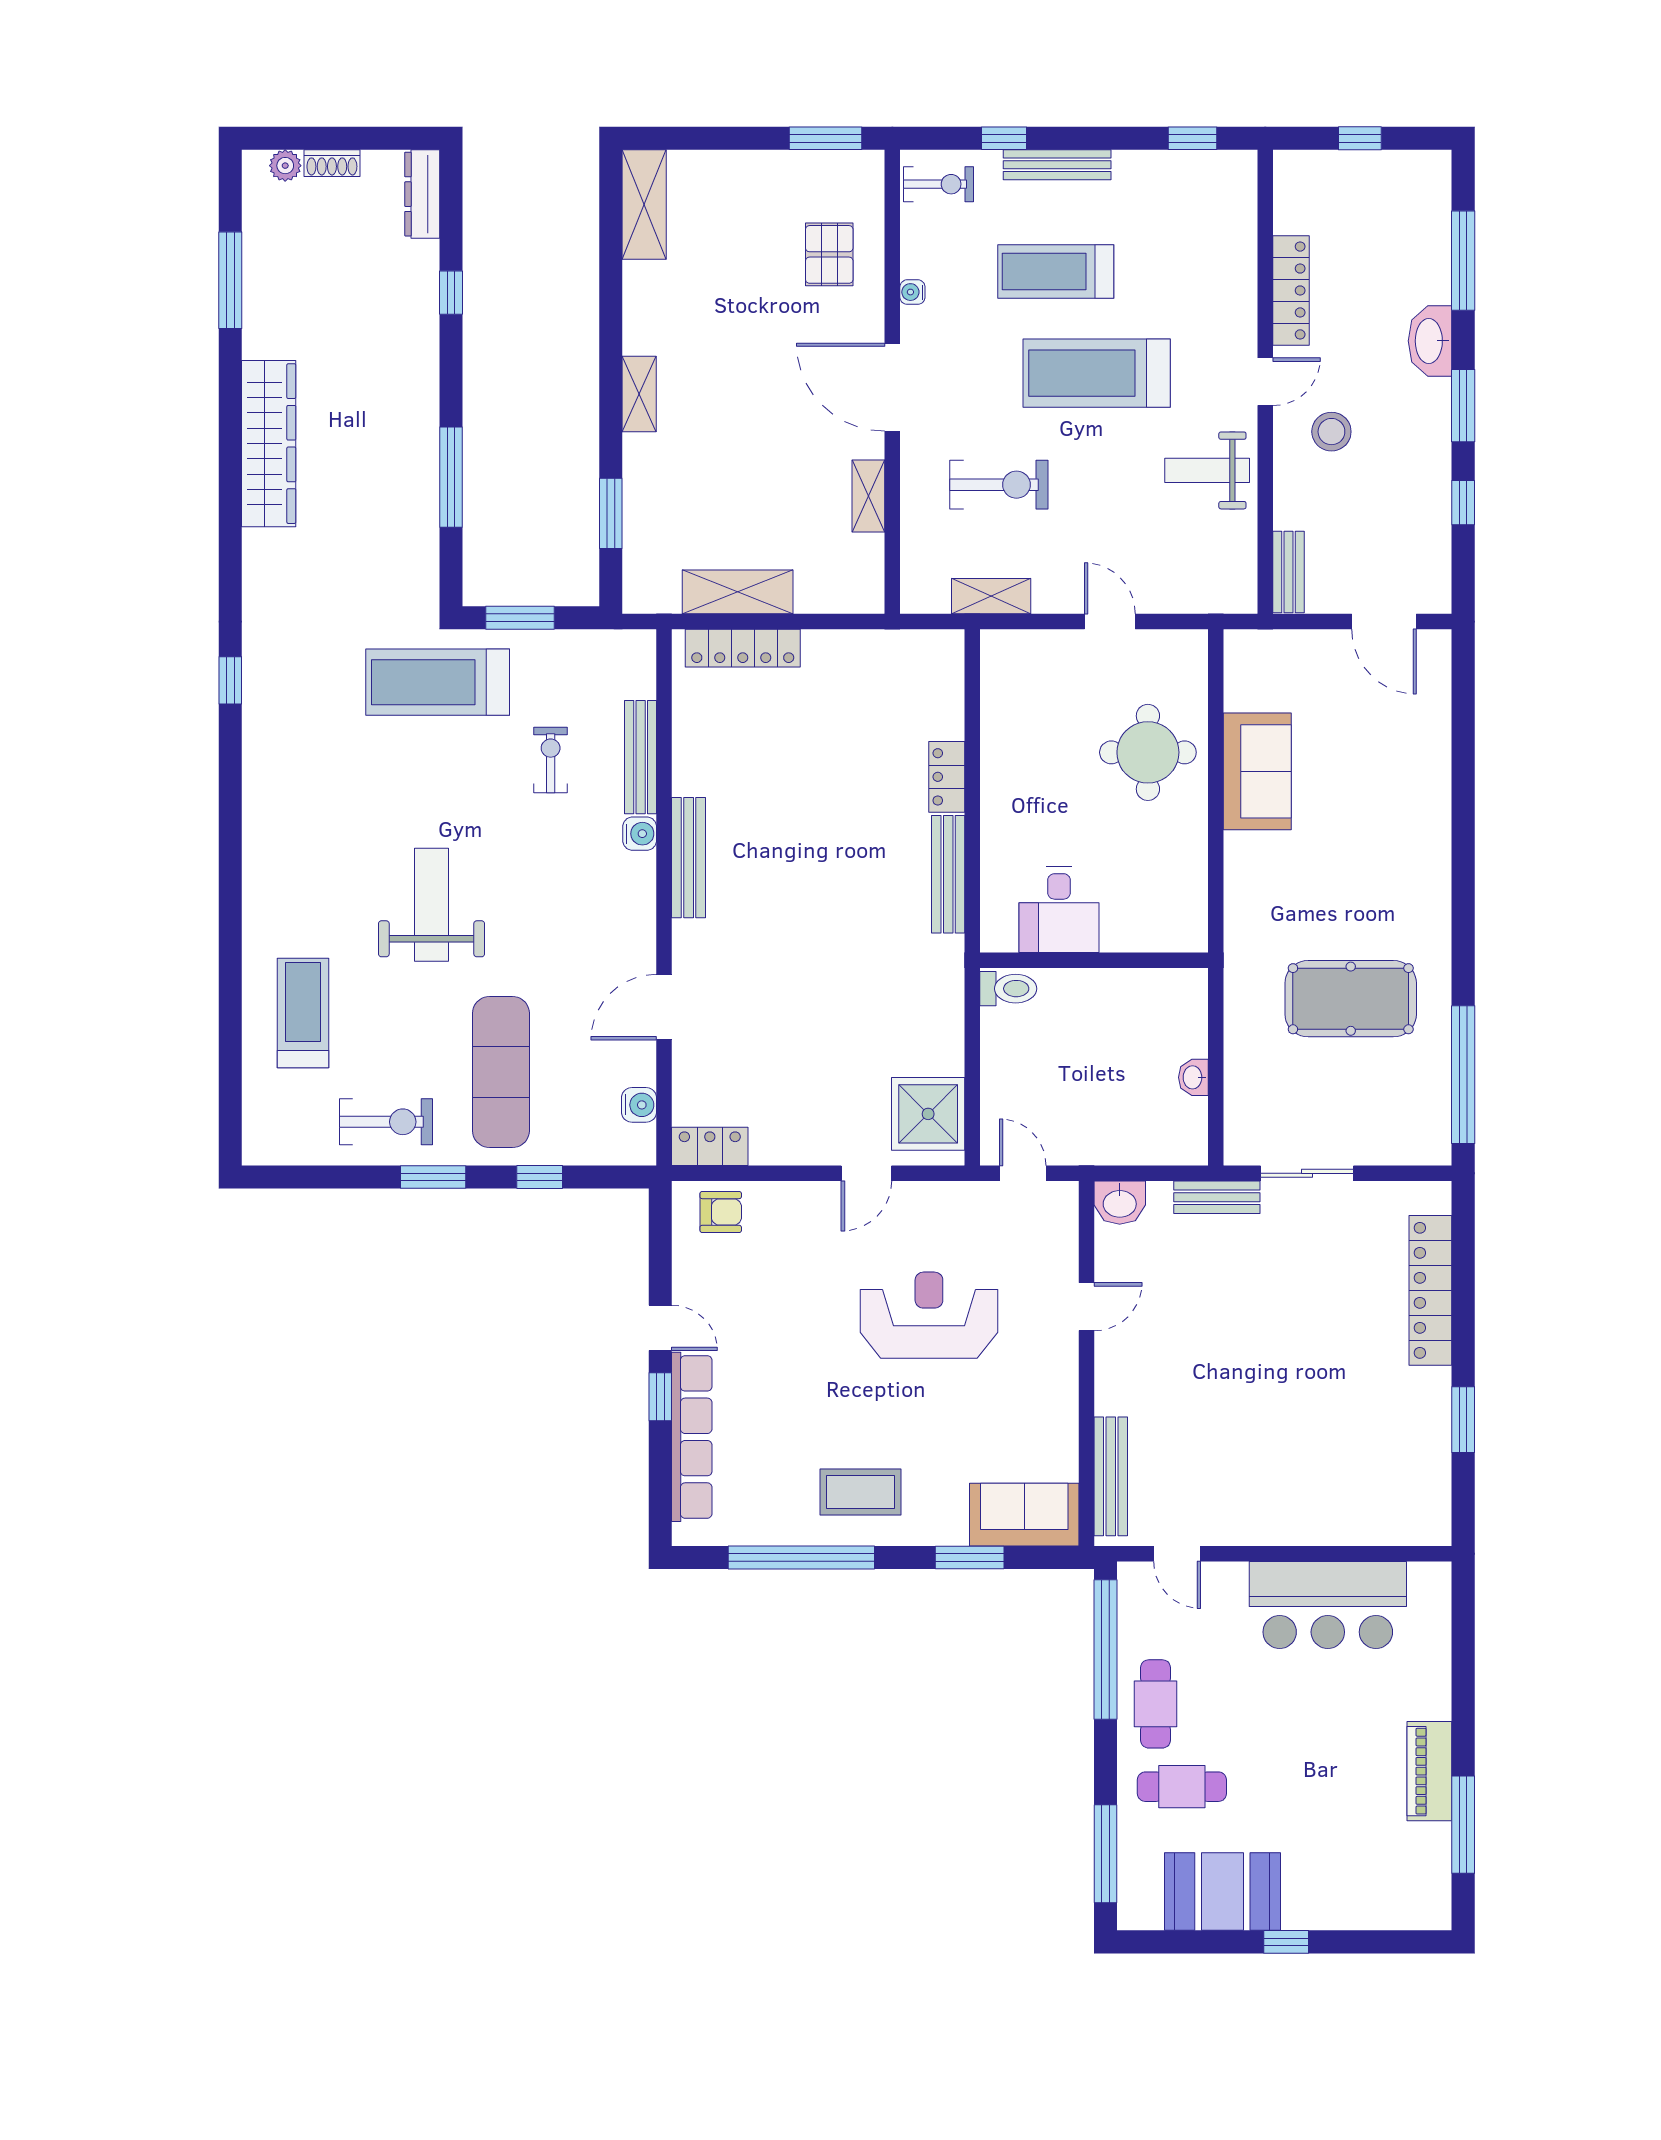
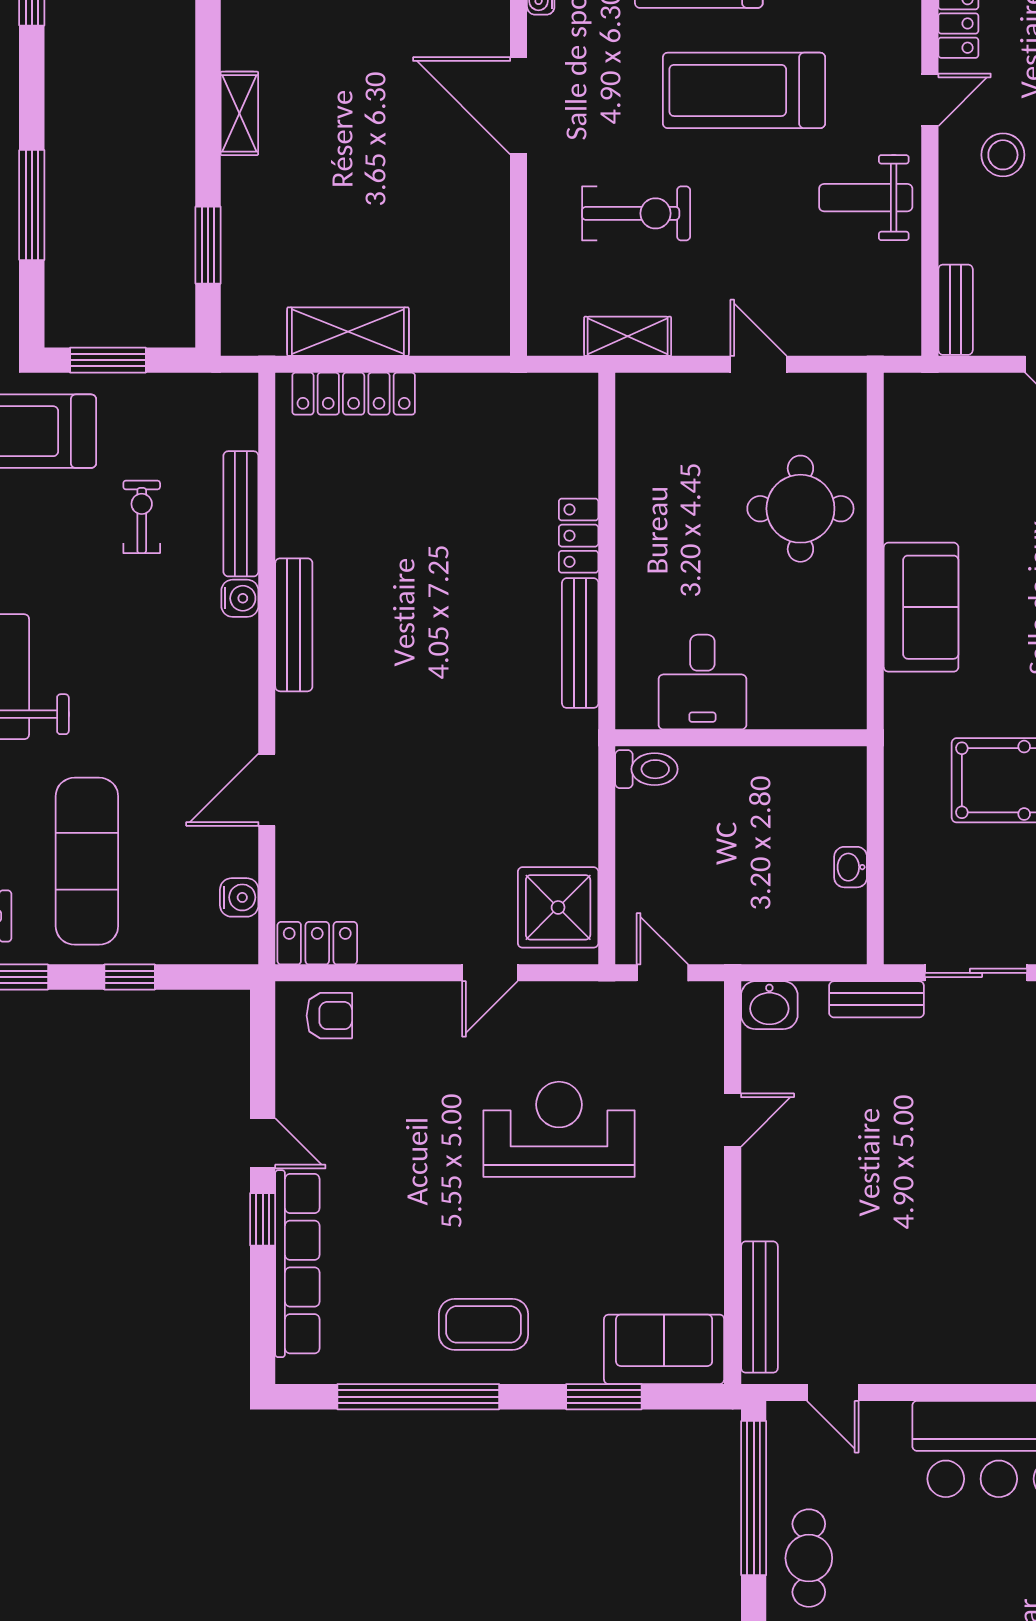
shelving: (868, 496) -> (492, 226), removed
sofa: (1257, 771) -> (921, 607), moved

